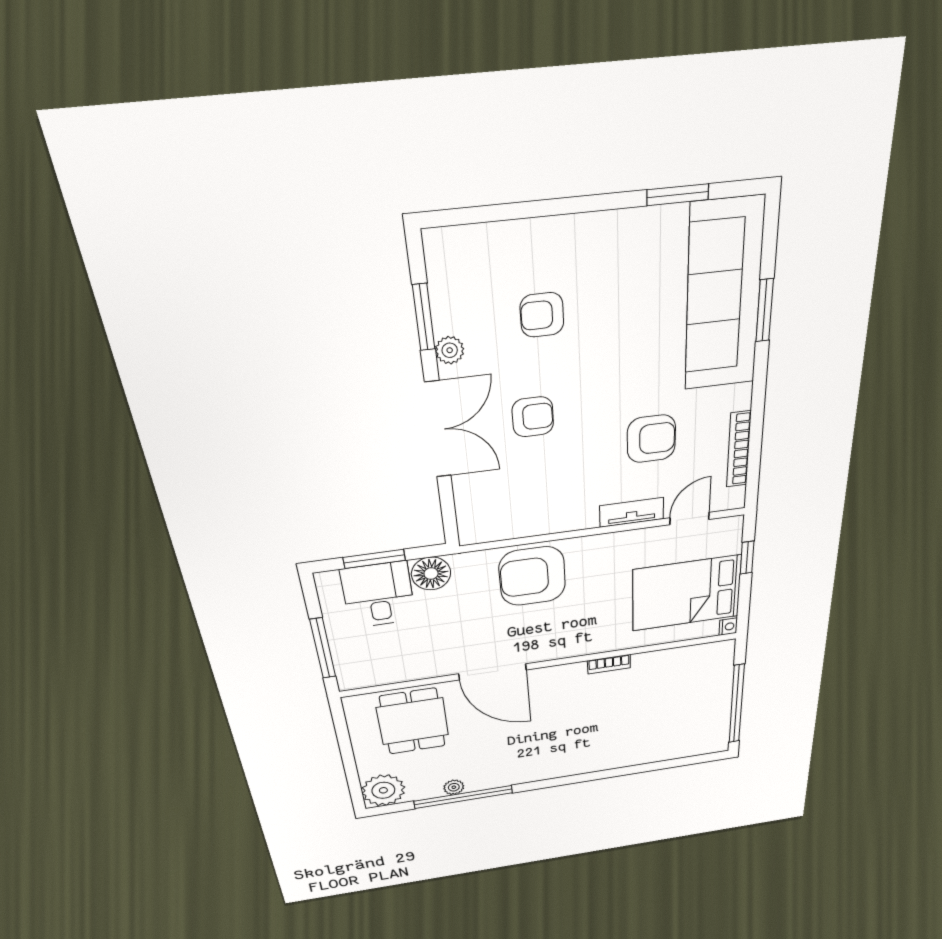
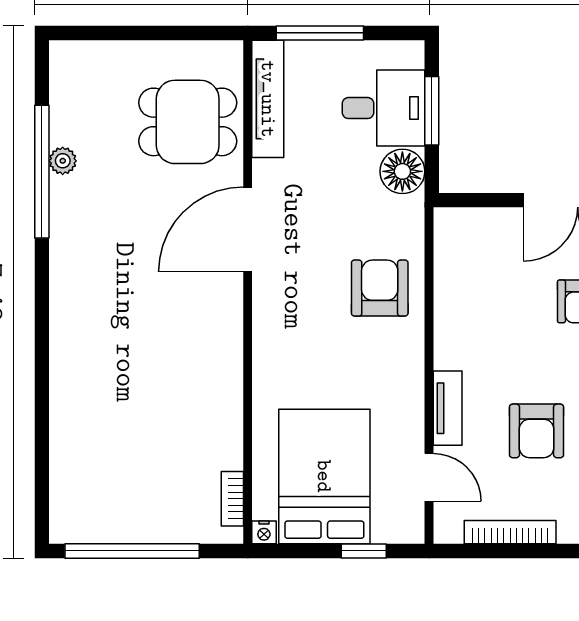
armchair: (532, 576) -> (380, 288), width x0.73, depth x0.73
bookcase: (609, 664) -> (232, 499), moved
tv unit: (385, 675) -> (268, 99), added
plant: (383, 790) -> (77, 68), removed

